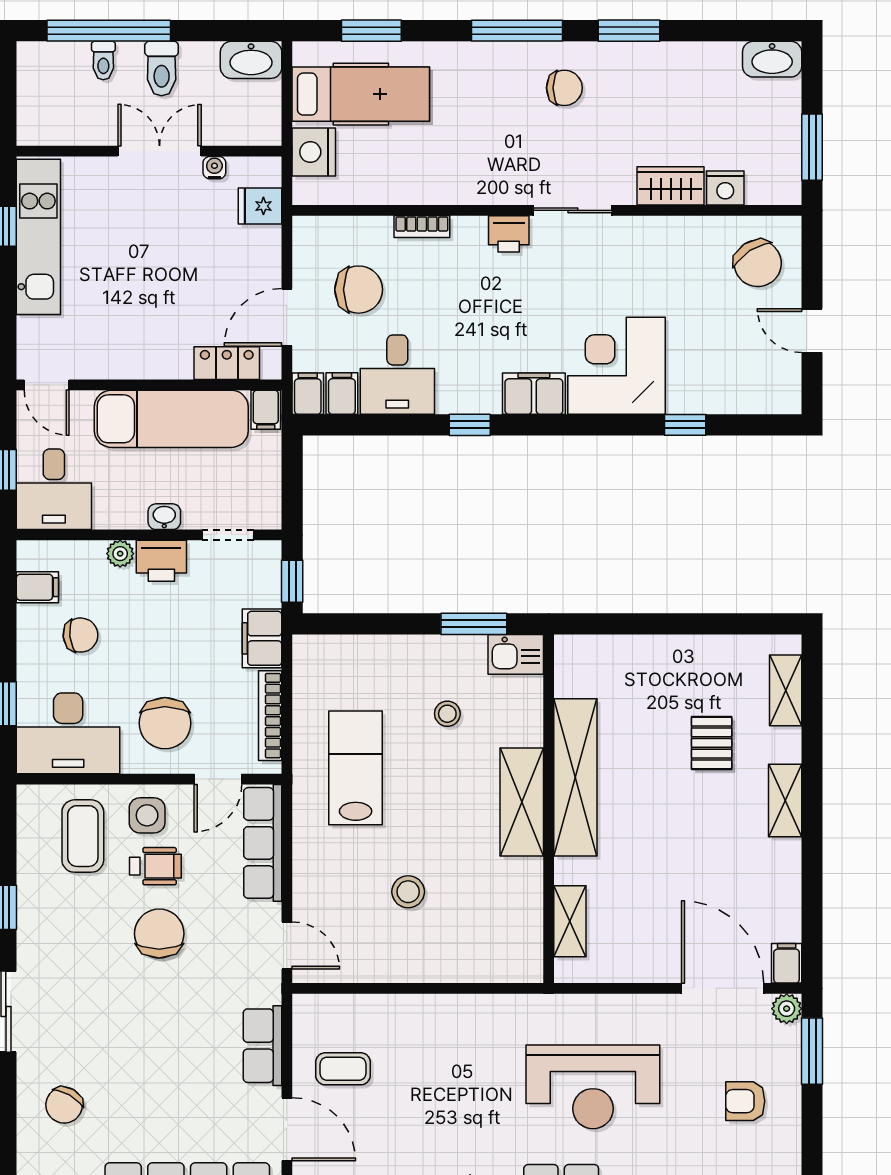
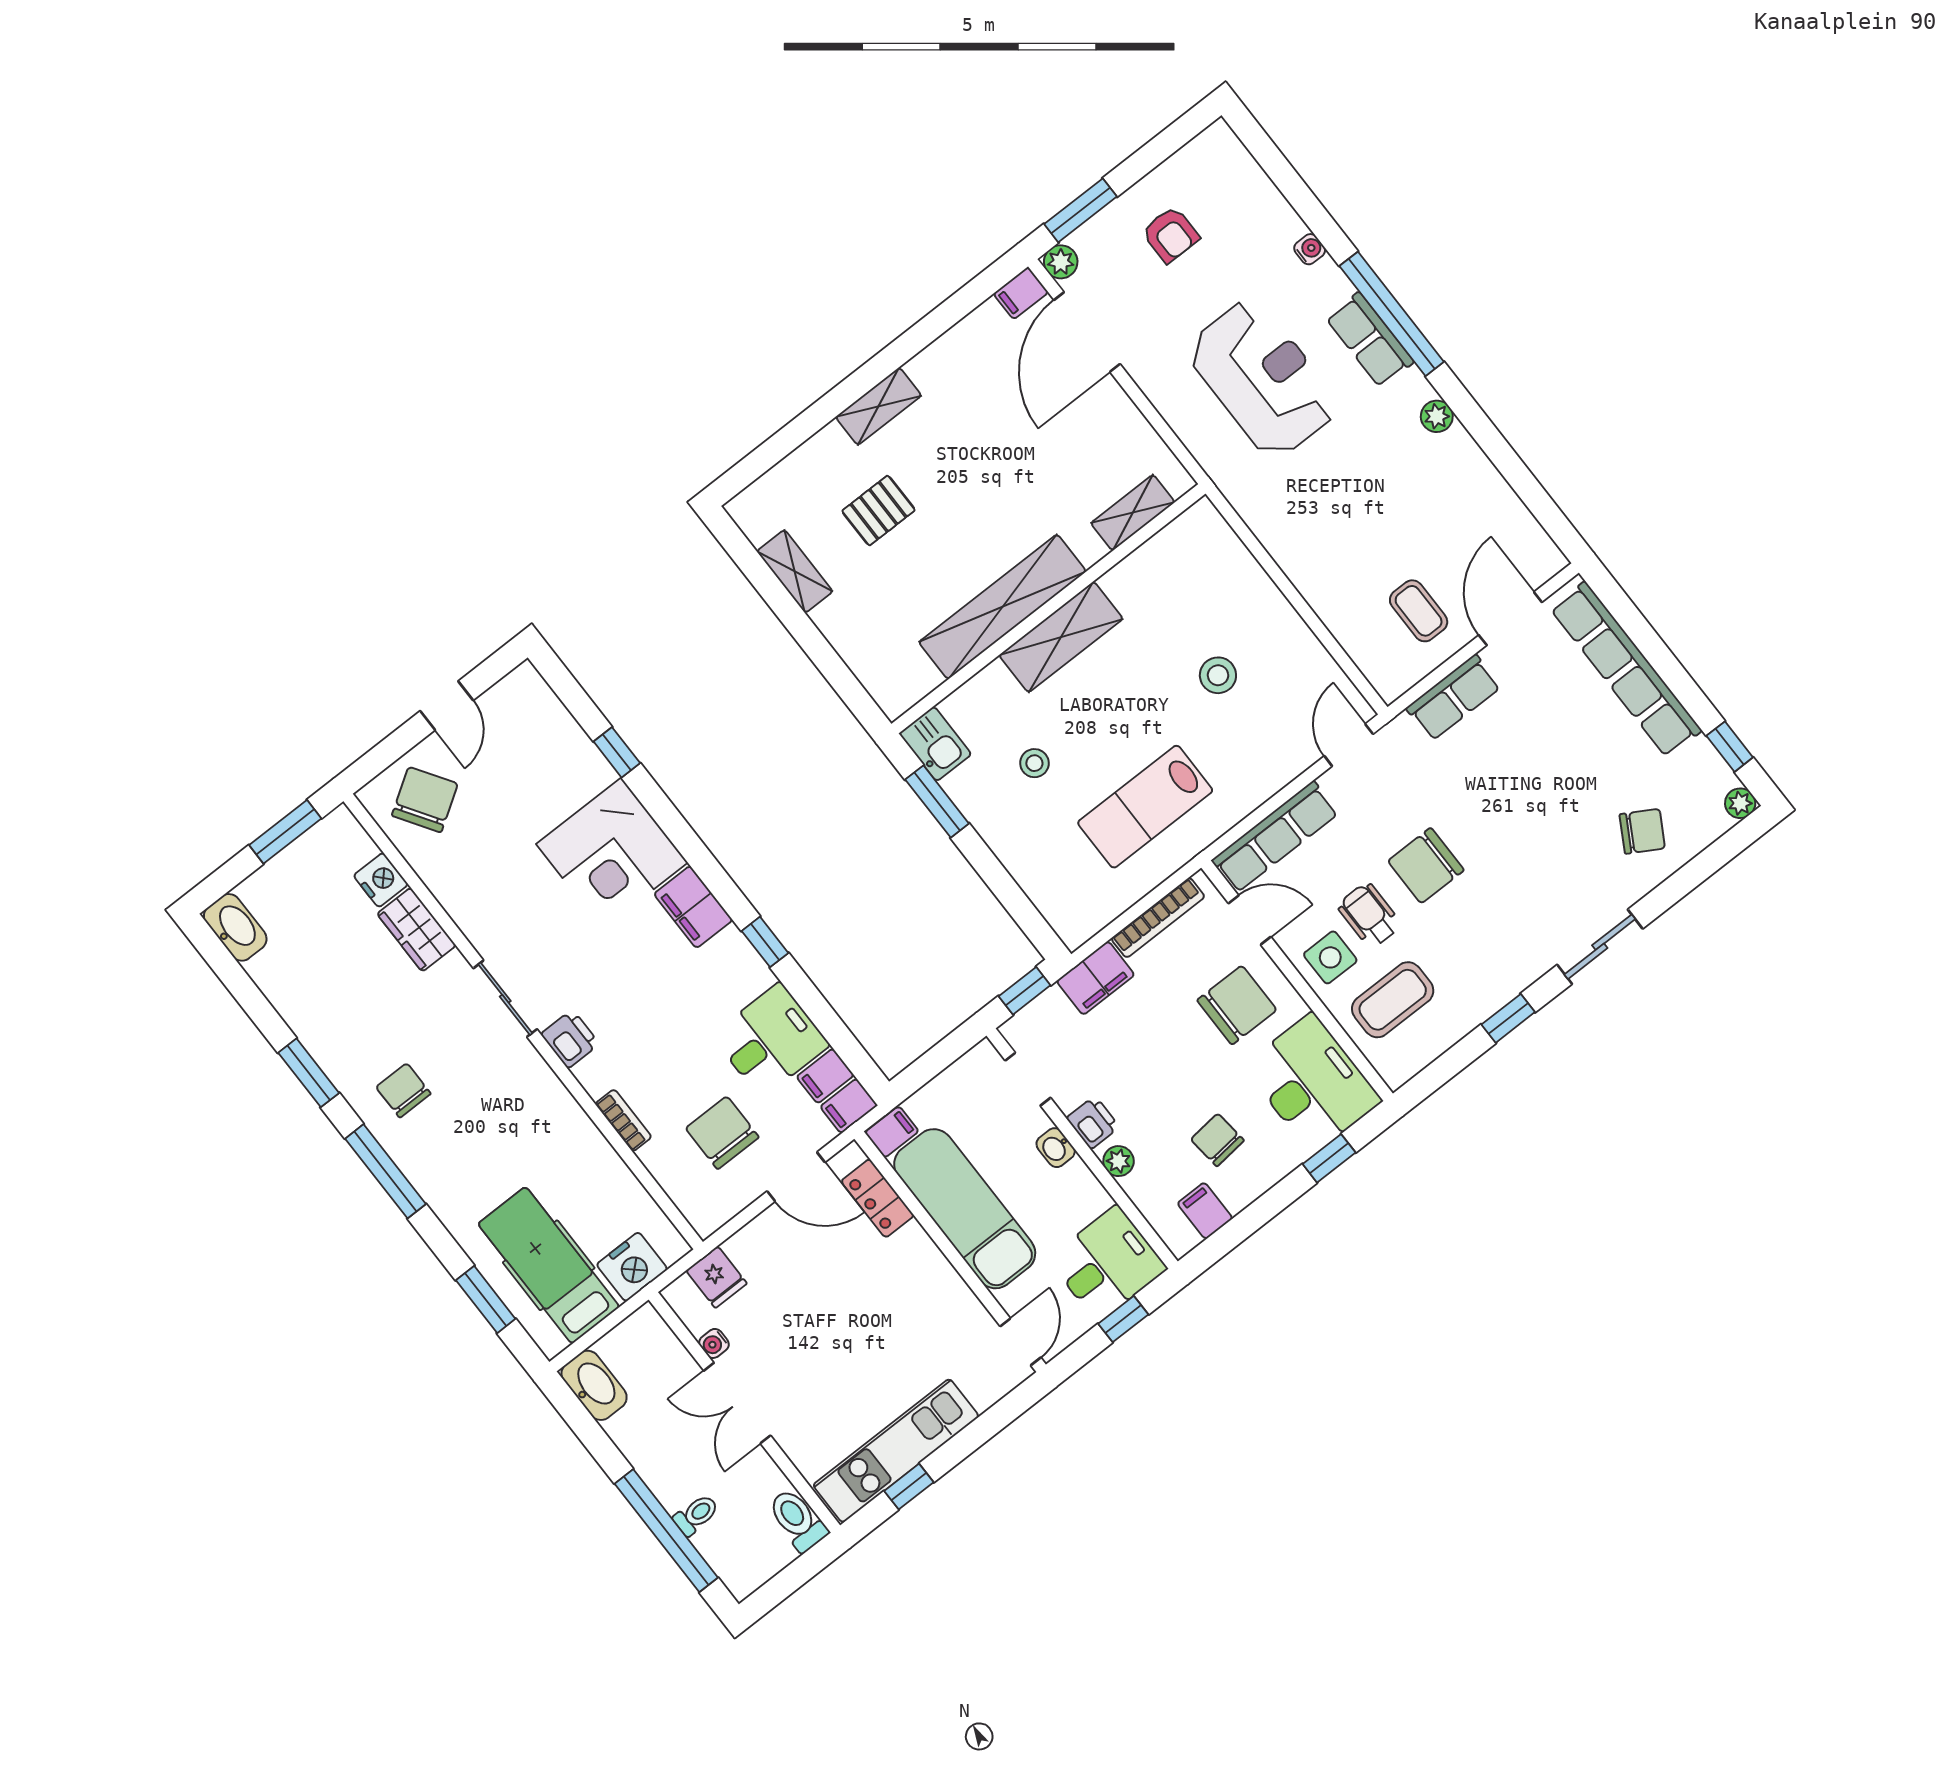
toilet: (162, 69) -> (797, 1520), moved, turned -90
printer: (161, 561) -> (1093, 1123), width x0.73, depth x0.81
shelving: (786, 690) -> (795, 571), moved, turned 90

